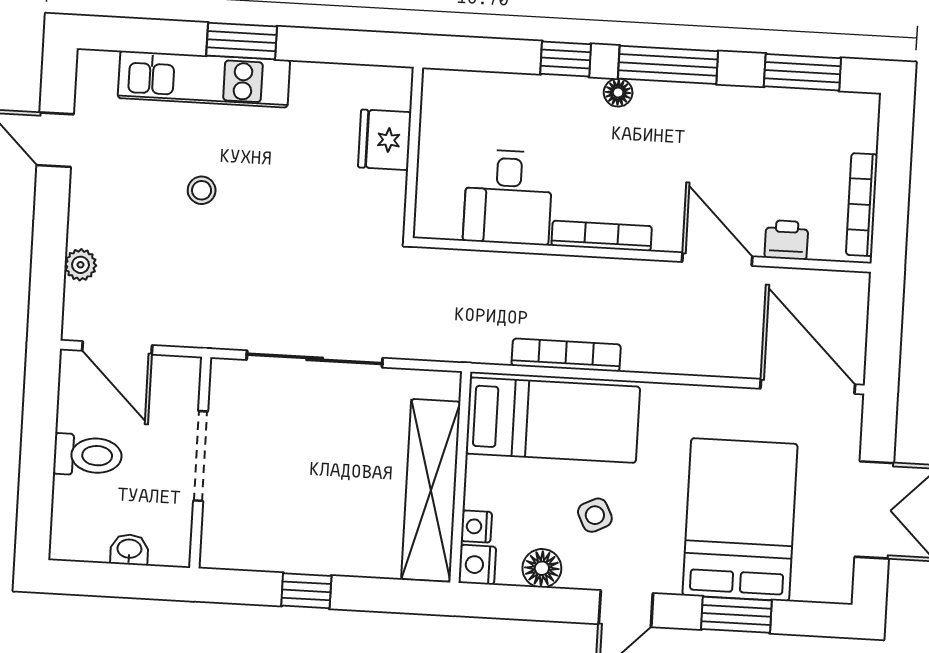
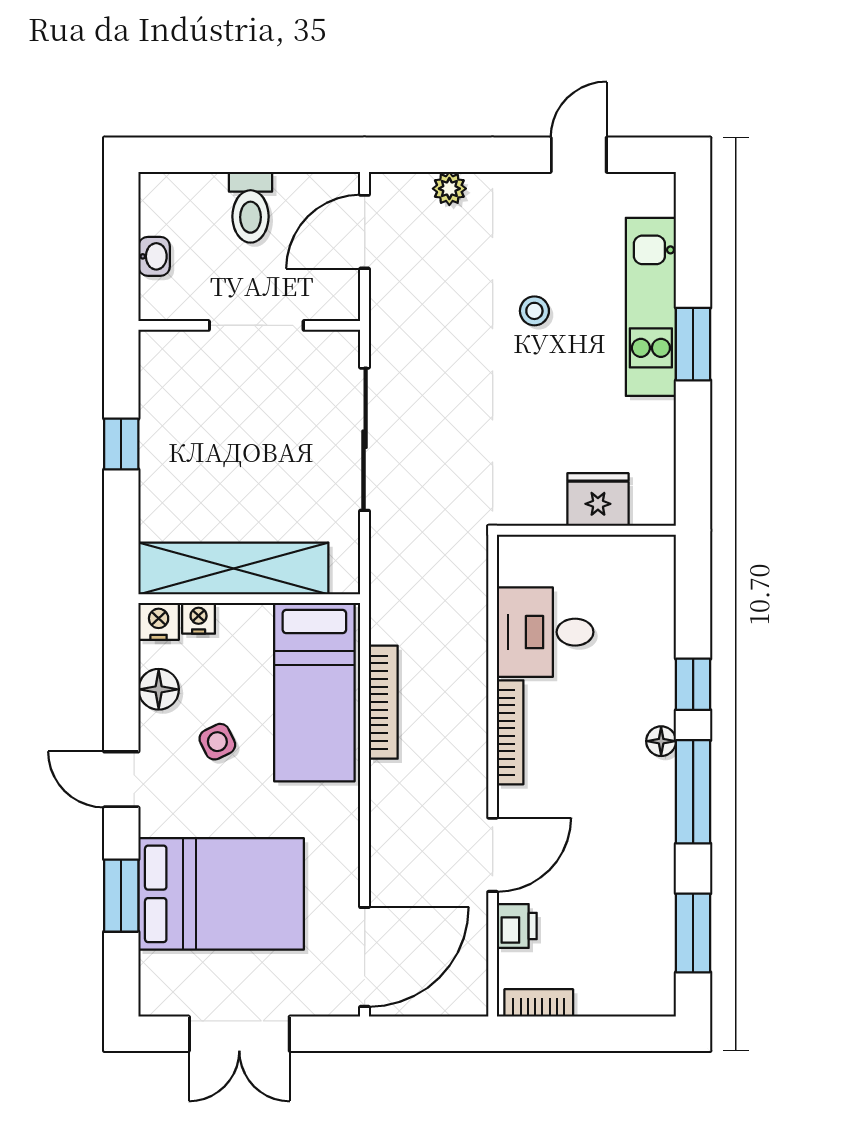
bookcase: (862, 205) -> (539, 1003), width x0.64

